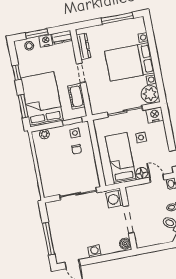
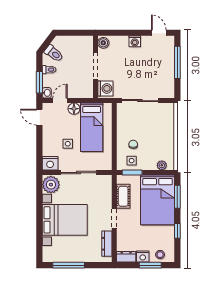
door: (157, 179) -> (60, 101), swing flipped

